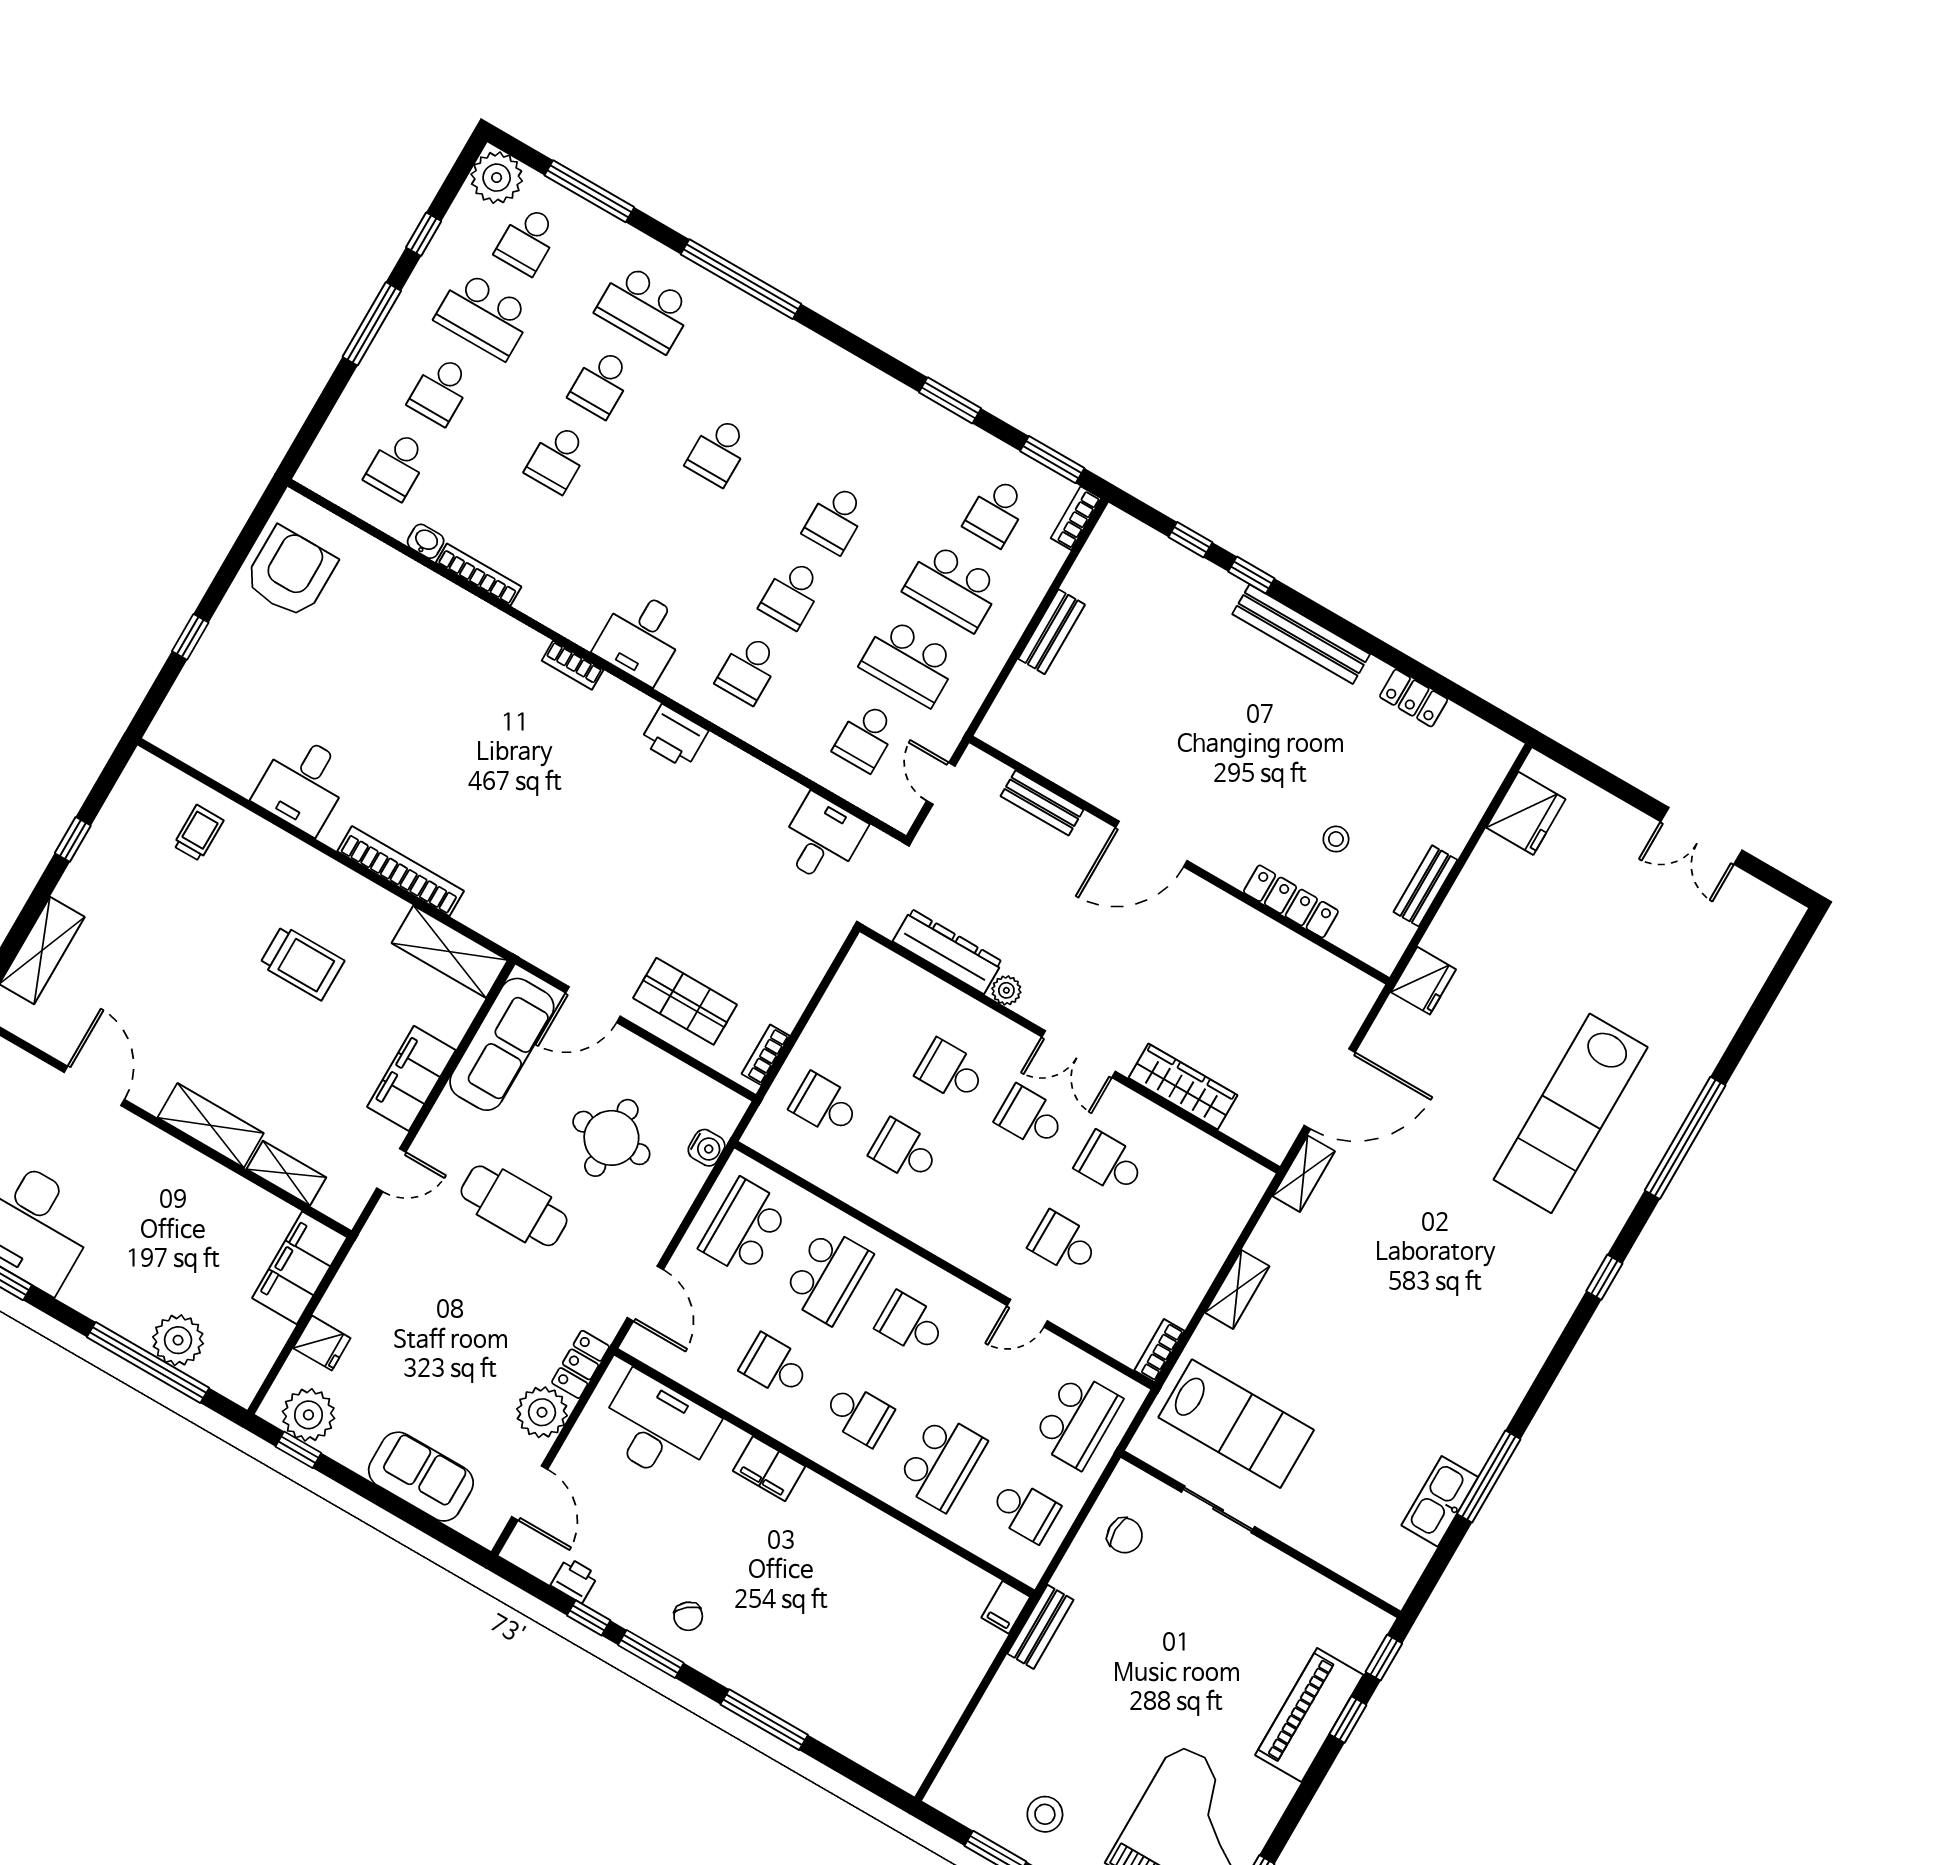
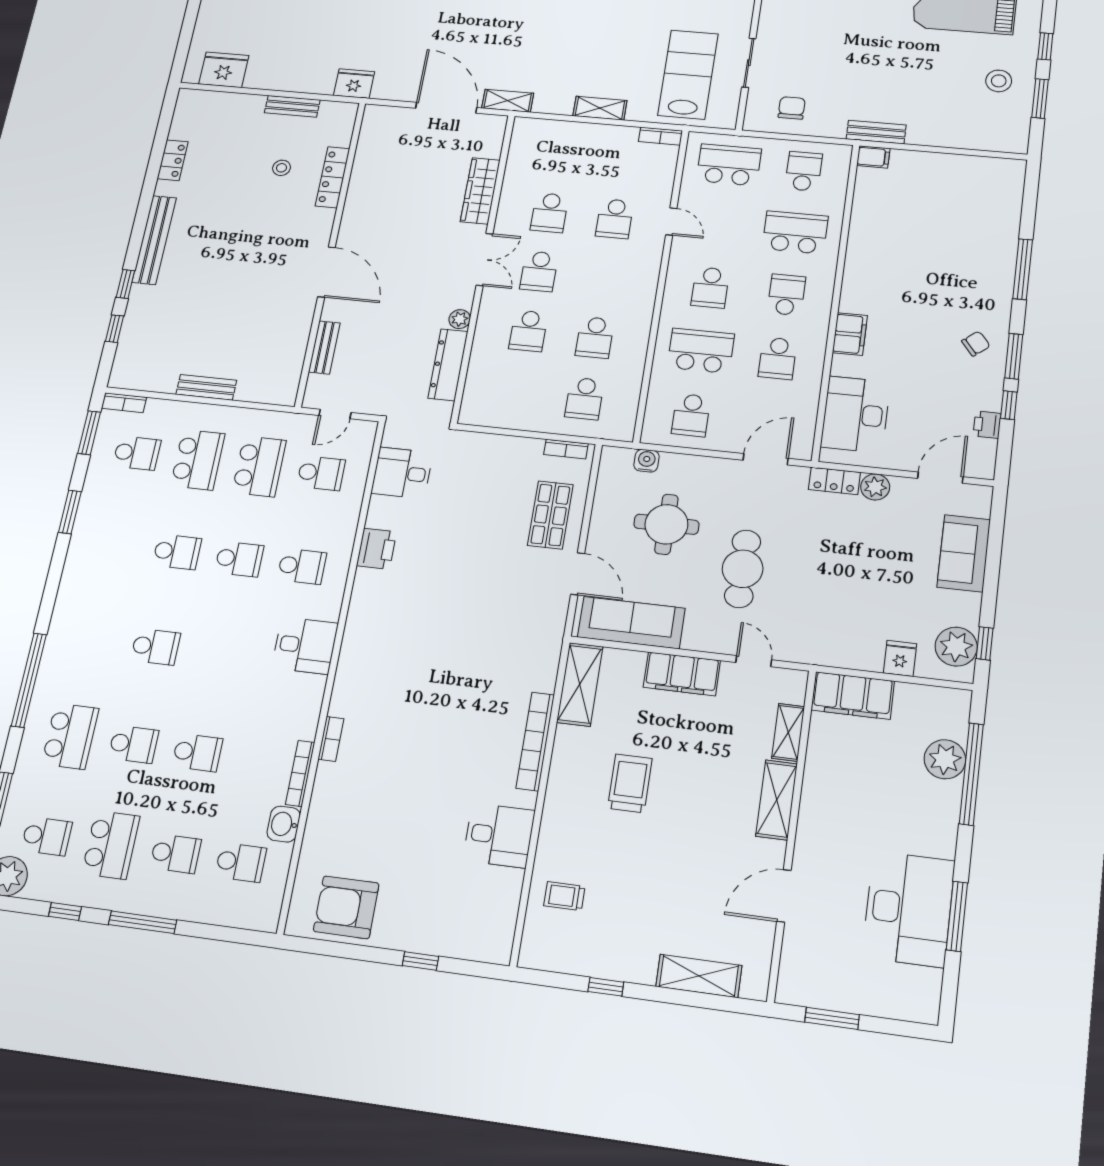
washbasin: (426, 541) -> (284, 824), width x1.38, depth x1.45
bookcase: (573, 665) -> (331, 739), moved
printer: (674, 737) -> (377, 549), moved
school desk: (744, 1227) -> (691, 415), width x0.54
plant: (542, 1412) -> (875, 487), width x0.73, depth x0.73

